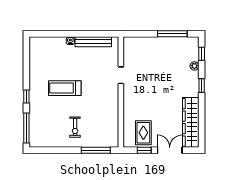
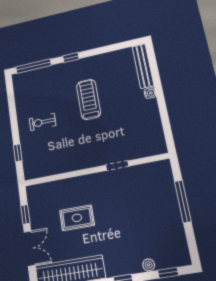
window: (172, 34) -> (183, 201), moved
bench: (93, 42) -> (143, 66), moved
rug: (143, 133) -> (77, 218), moved
window: (96, 150) -> (18, 153), width x0.46

